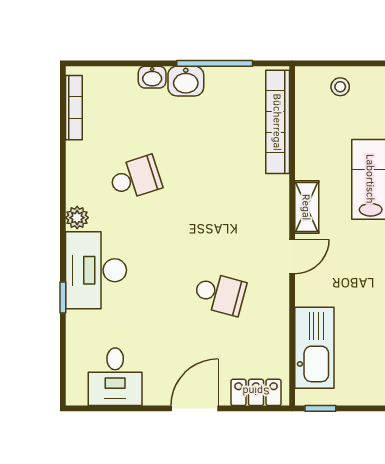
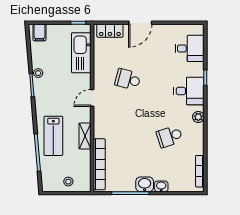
shelving: (307, 207) -> (85, 136), moved
desk: (96, 270) -> (189, 91), width x0.73
desk: (115, 377) -> (190, 48), moved, turned 90

